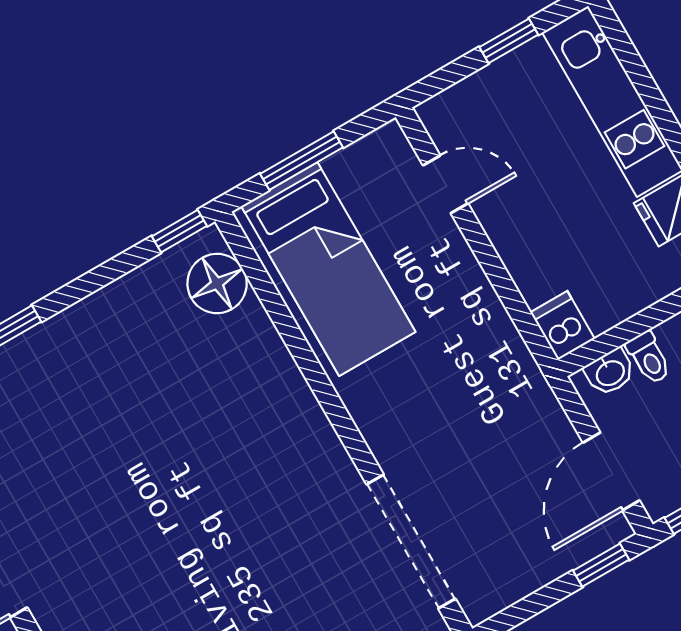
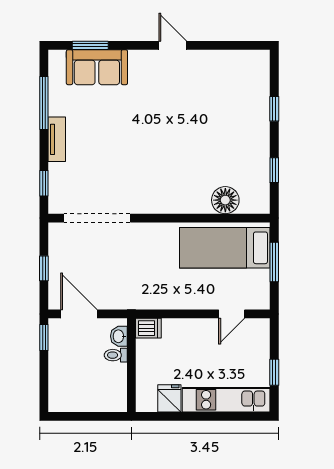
window: (179, 231) -> (274, 170), moved
floor lamp: (217, 283) -> (225, 200), moved
window: (601, 565) -> (44, 268), moved

